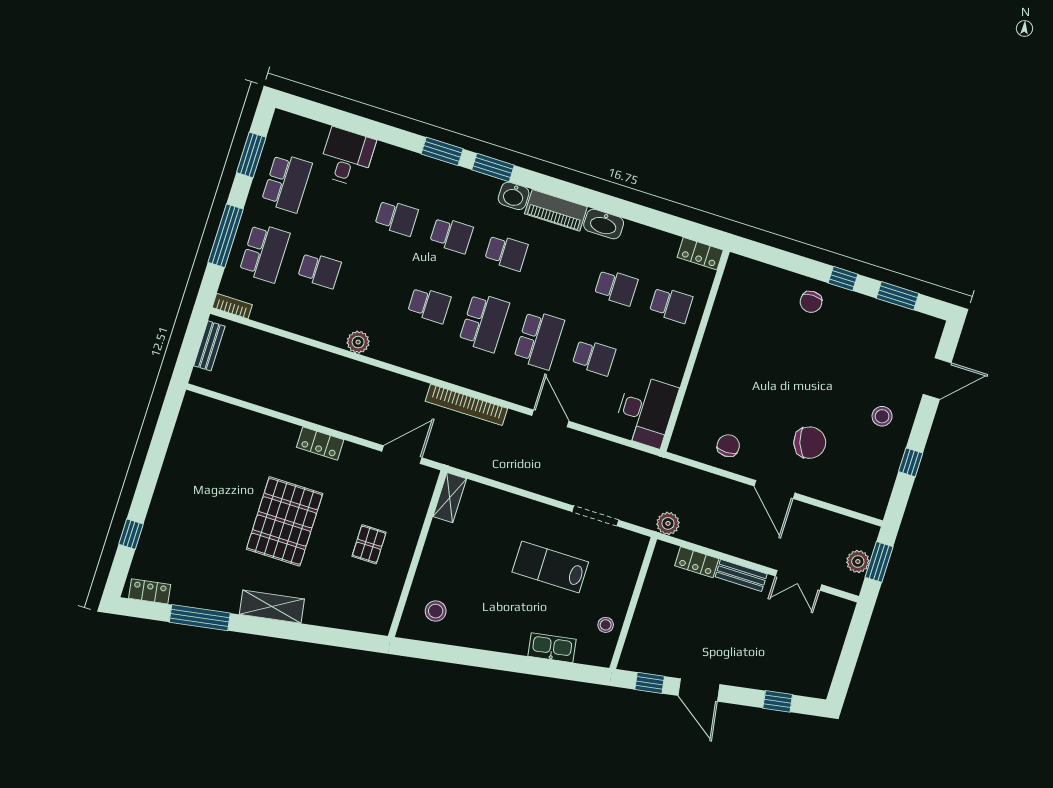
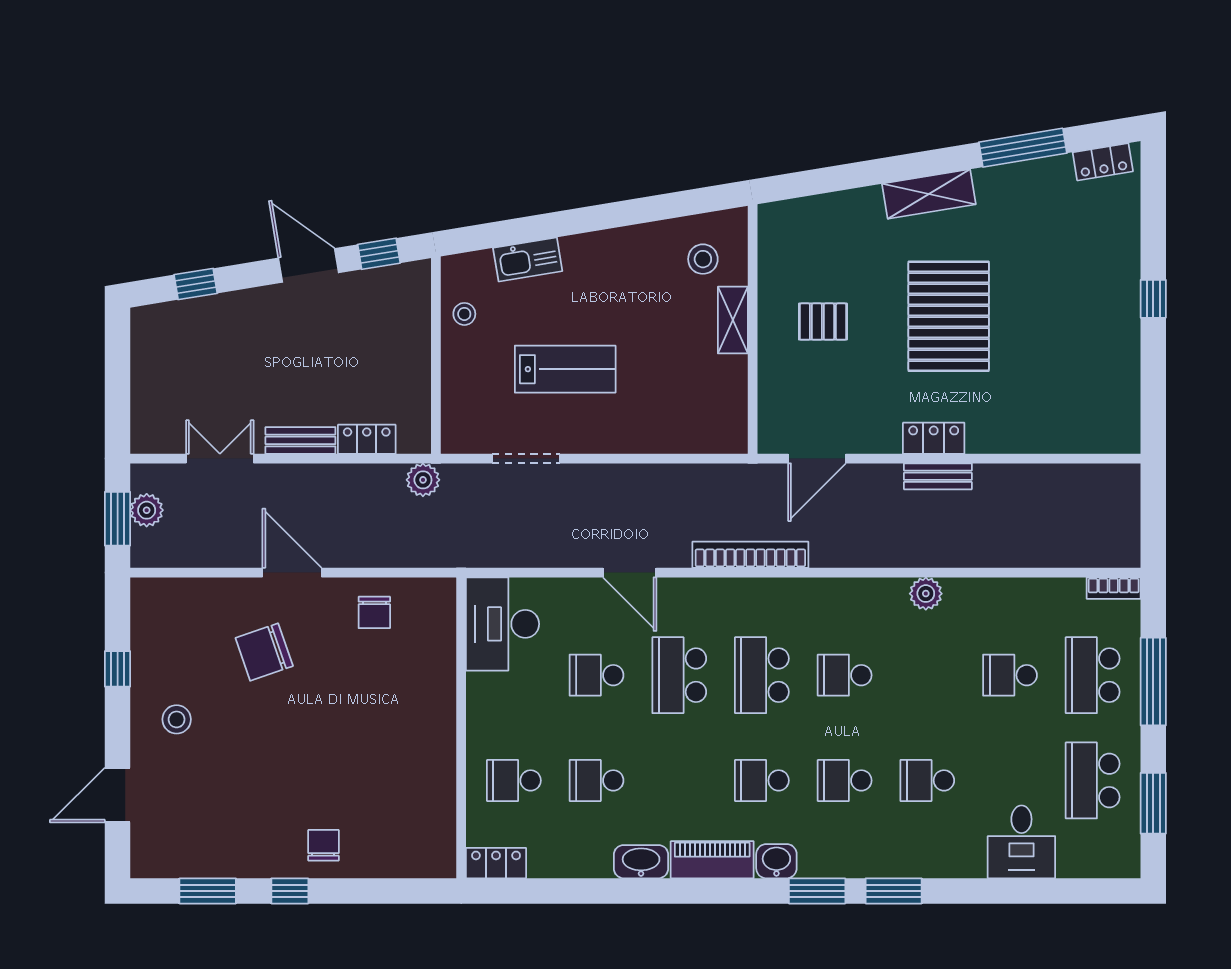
bench: (209, 346) -> (938, 476), moved, turned 90
shelving: (450, 498) -> (733, 320), moved
window: (131, 534) -> (1153, 299), moved
pallet: (369, 544) -> (823, 322), turned 90

